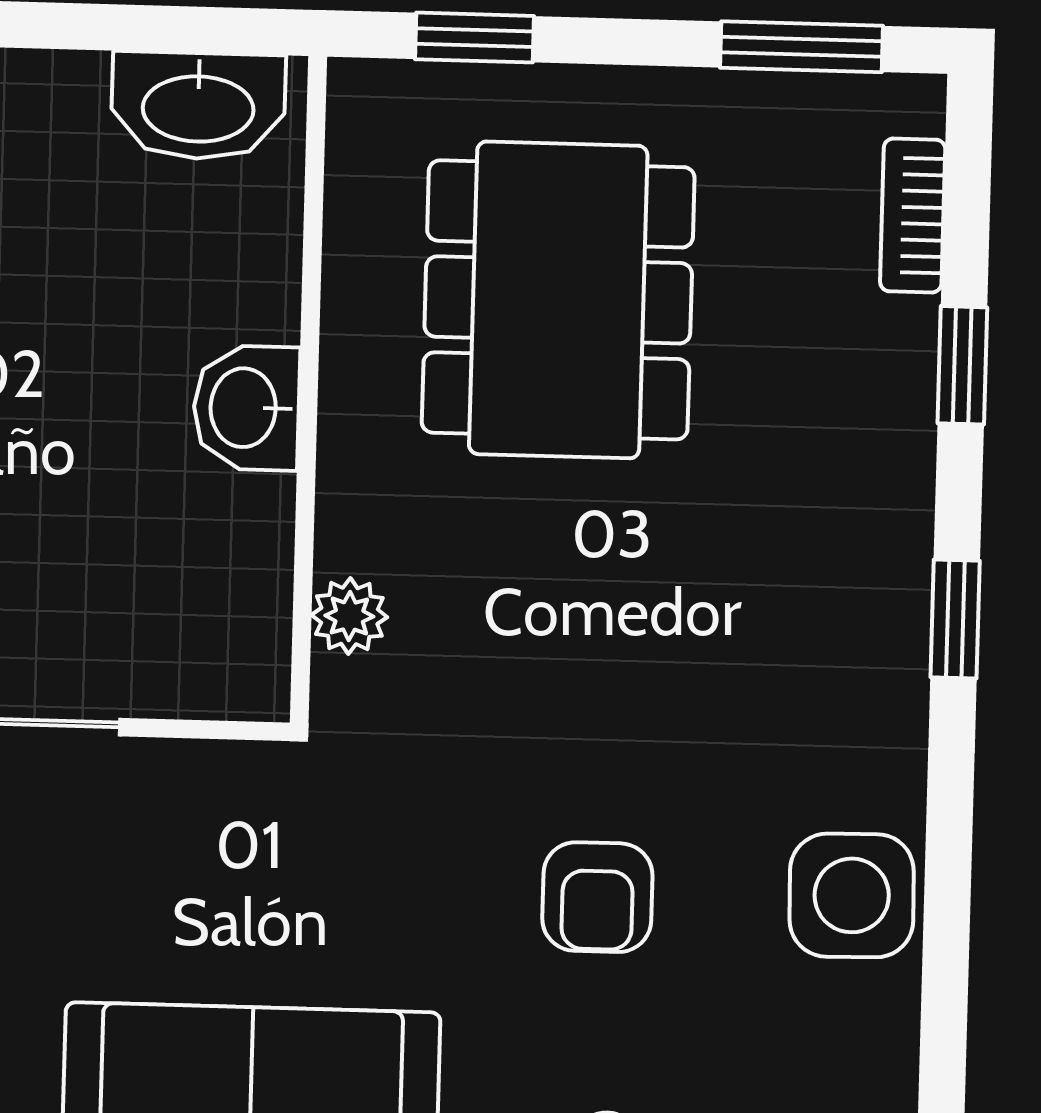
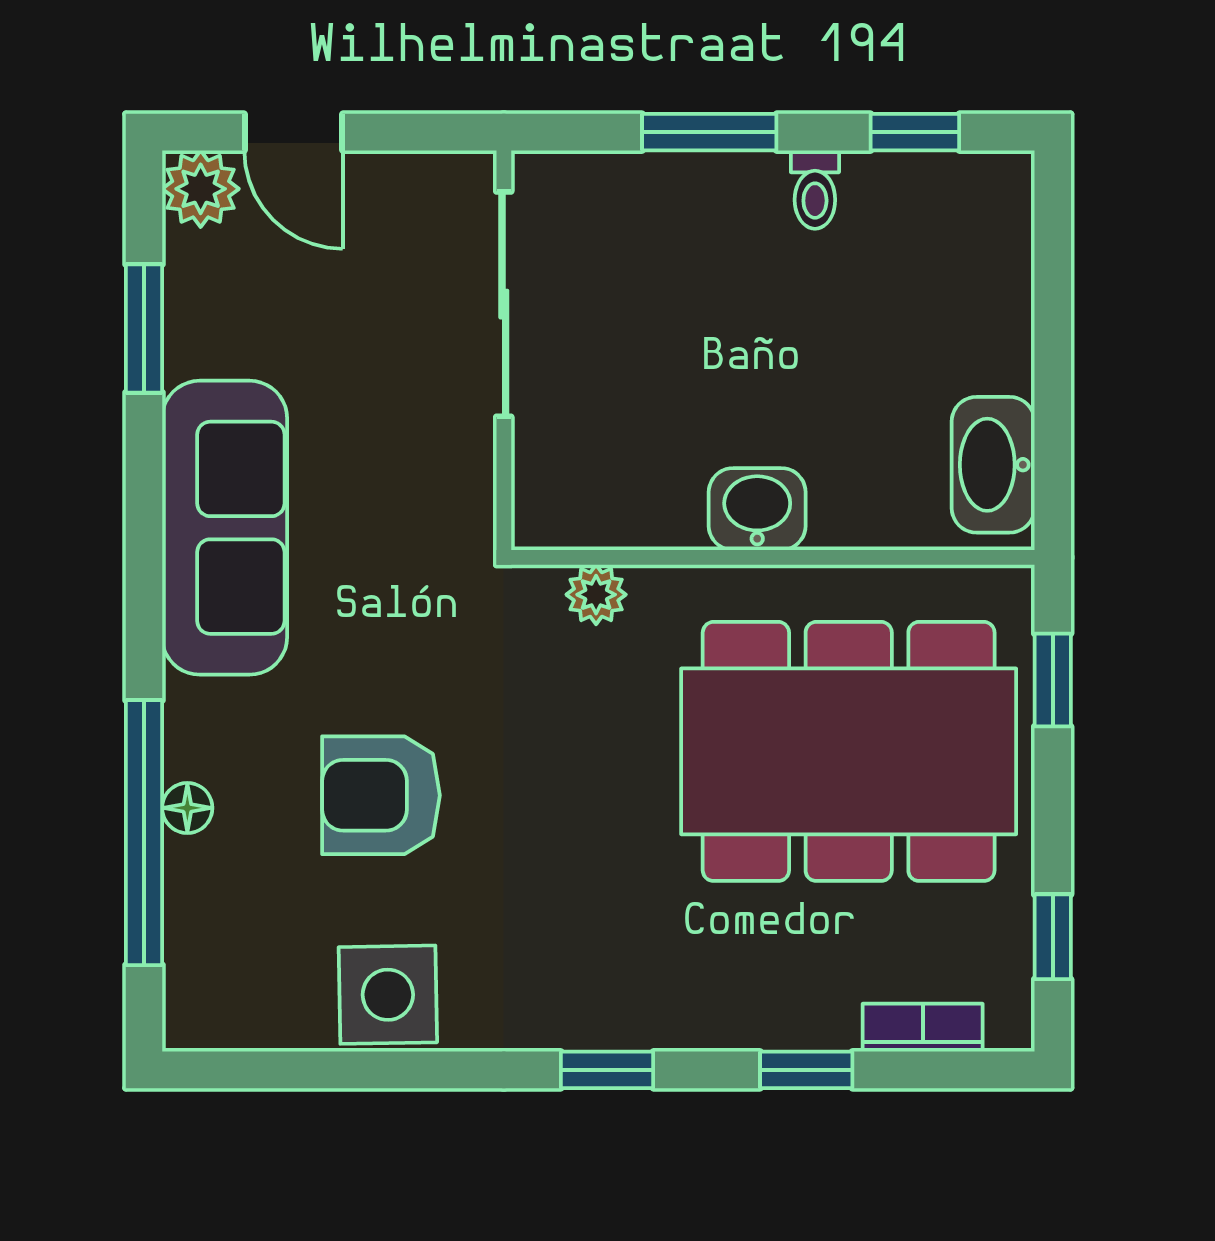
window: (802, 47) -> (1053, 937), width x0.67
dining table: (558, 300) -> (849, 751), width x1.36, depth x1.24
armchair: (597, 897) -> (381, 795), width x1.38, depth x1.38

